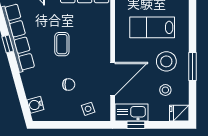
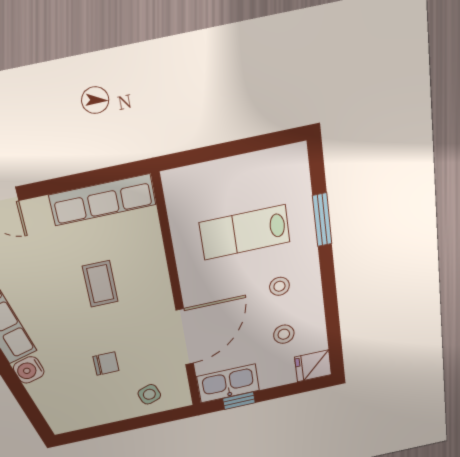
coffee table: (62, 44) -> (100, 284), moved
stool: (166, 61) -> (279, 286), width x0.53, depth x0.53
window: (192, 67) -> (322, 220), moved
water cooler: (35, 105) -> (29, 370), moved

